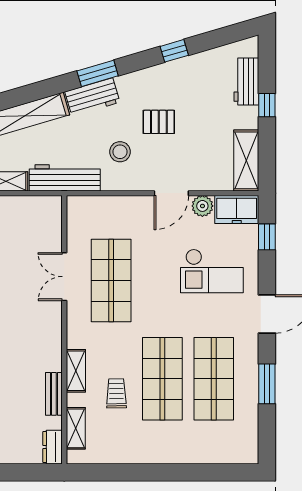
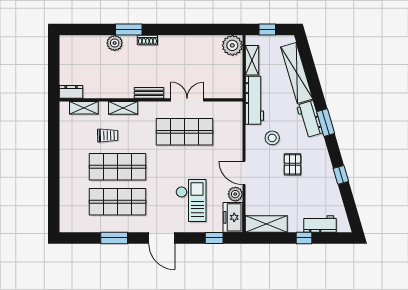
checkout: (212, 271) -> (191, 200), turned 180
bench: (54, 394) -> (149, 93), moved

